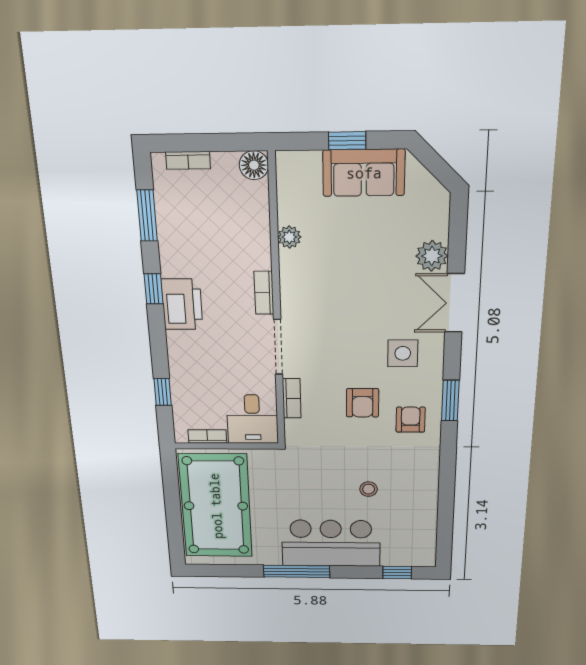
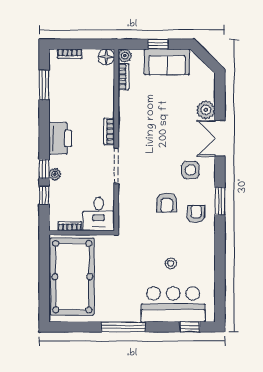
plant: (289, 237) -> (125, 56), moved
window: (154, 289) -> (44, 169), moved
plant: (177, 360) -> (55, 174), added
bookcase: (292, 398) -> (123, 77), moved
bar counter: (331, 543) -> (173, 304), moved

